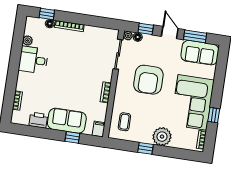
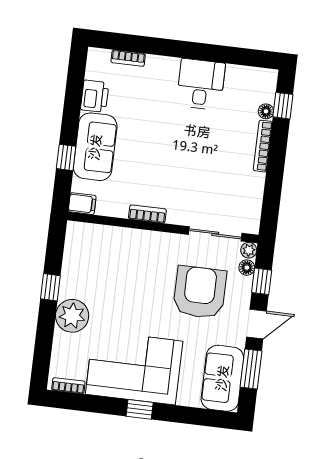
plant: (28, 40) -> (235, 73), removed
armchair: (148, 80) -> (200, 292), moved, turned 90
window: (214, 115) -> (140, 409), moved
coffee table: (124, 122) -> (96, 249), removed

